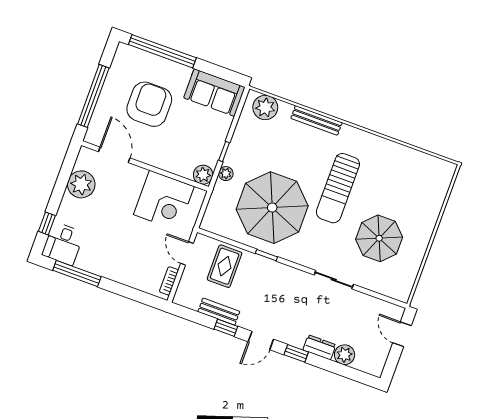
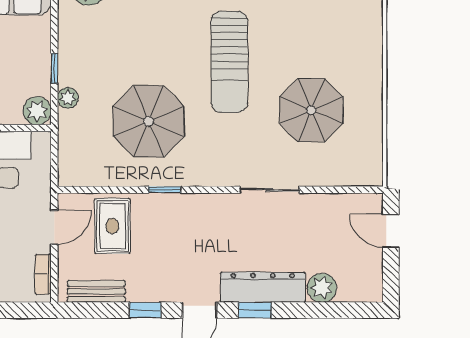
parasol: (272, 208) -> (149, 121), width x0.73, depth x0.73
door: (187, 253) -> (54, 227), swing flipped
bench: (219, 312) -> (96, 291), moved
dresser: (319, 347) -> (263, 287), width x1.96, depth x1.24

